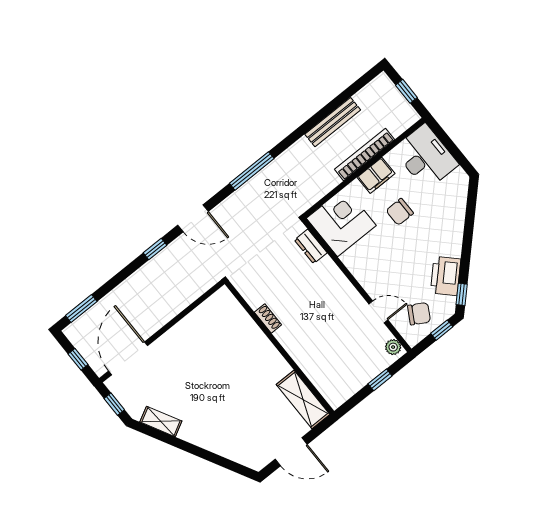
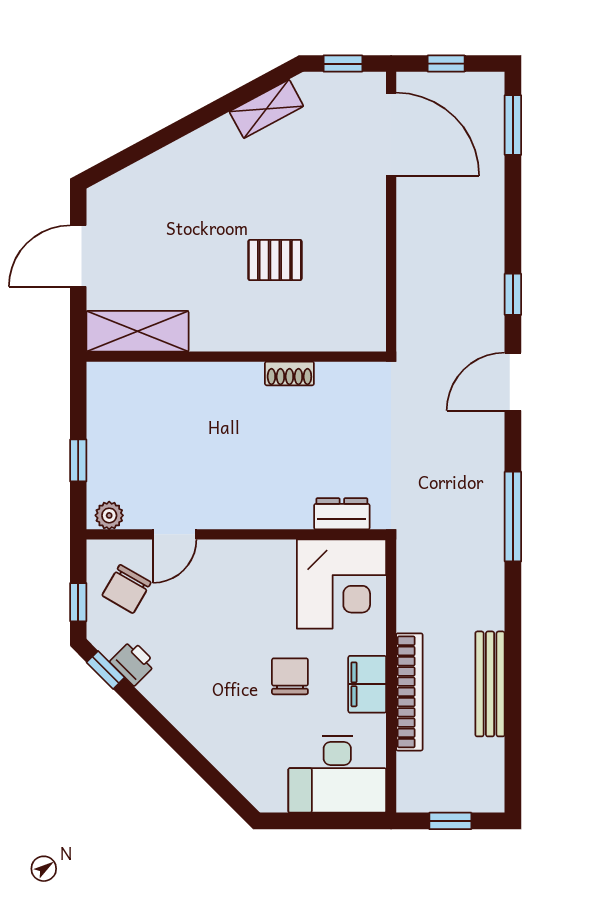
printer: (446, 276) -> (133, 663), width x0.53, depth x0.68
pallet: (224, 365) -> (275, 260), added

